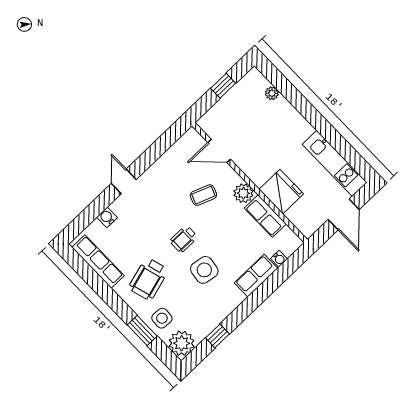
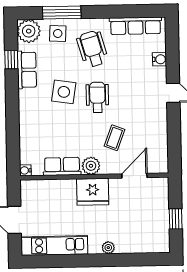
plant: (272, 93) -> (108, 248), moved
fridge: (281, 192) -> (93, 192), moved
wheelchair: (184, 239) -> (97, 97), width x1.36, depth x1.37
water cooler: (279, 259) -> (25, 170), moved
row of seats: (256, 276) -> (27, 70), moved
window: (142, 331) -> (62, 13), width x1.44

